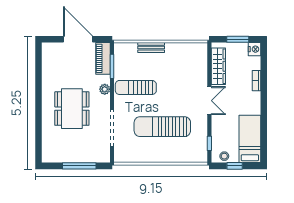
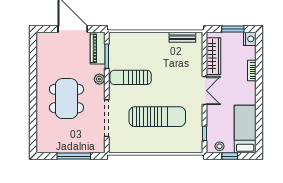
bench: (151, 48) -> (182, 37), moved
sun lounger: (162, 127) -> (157, 117), turned 180

